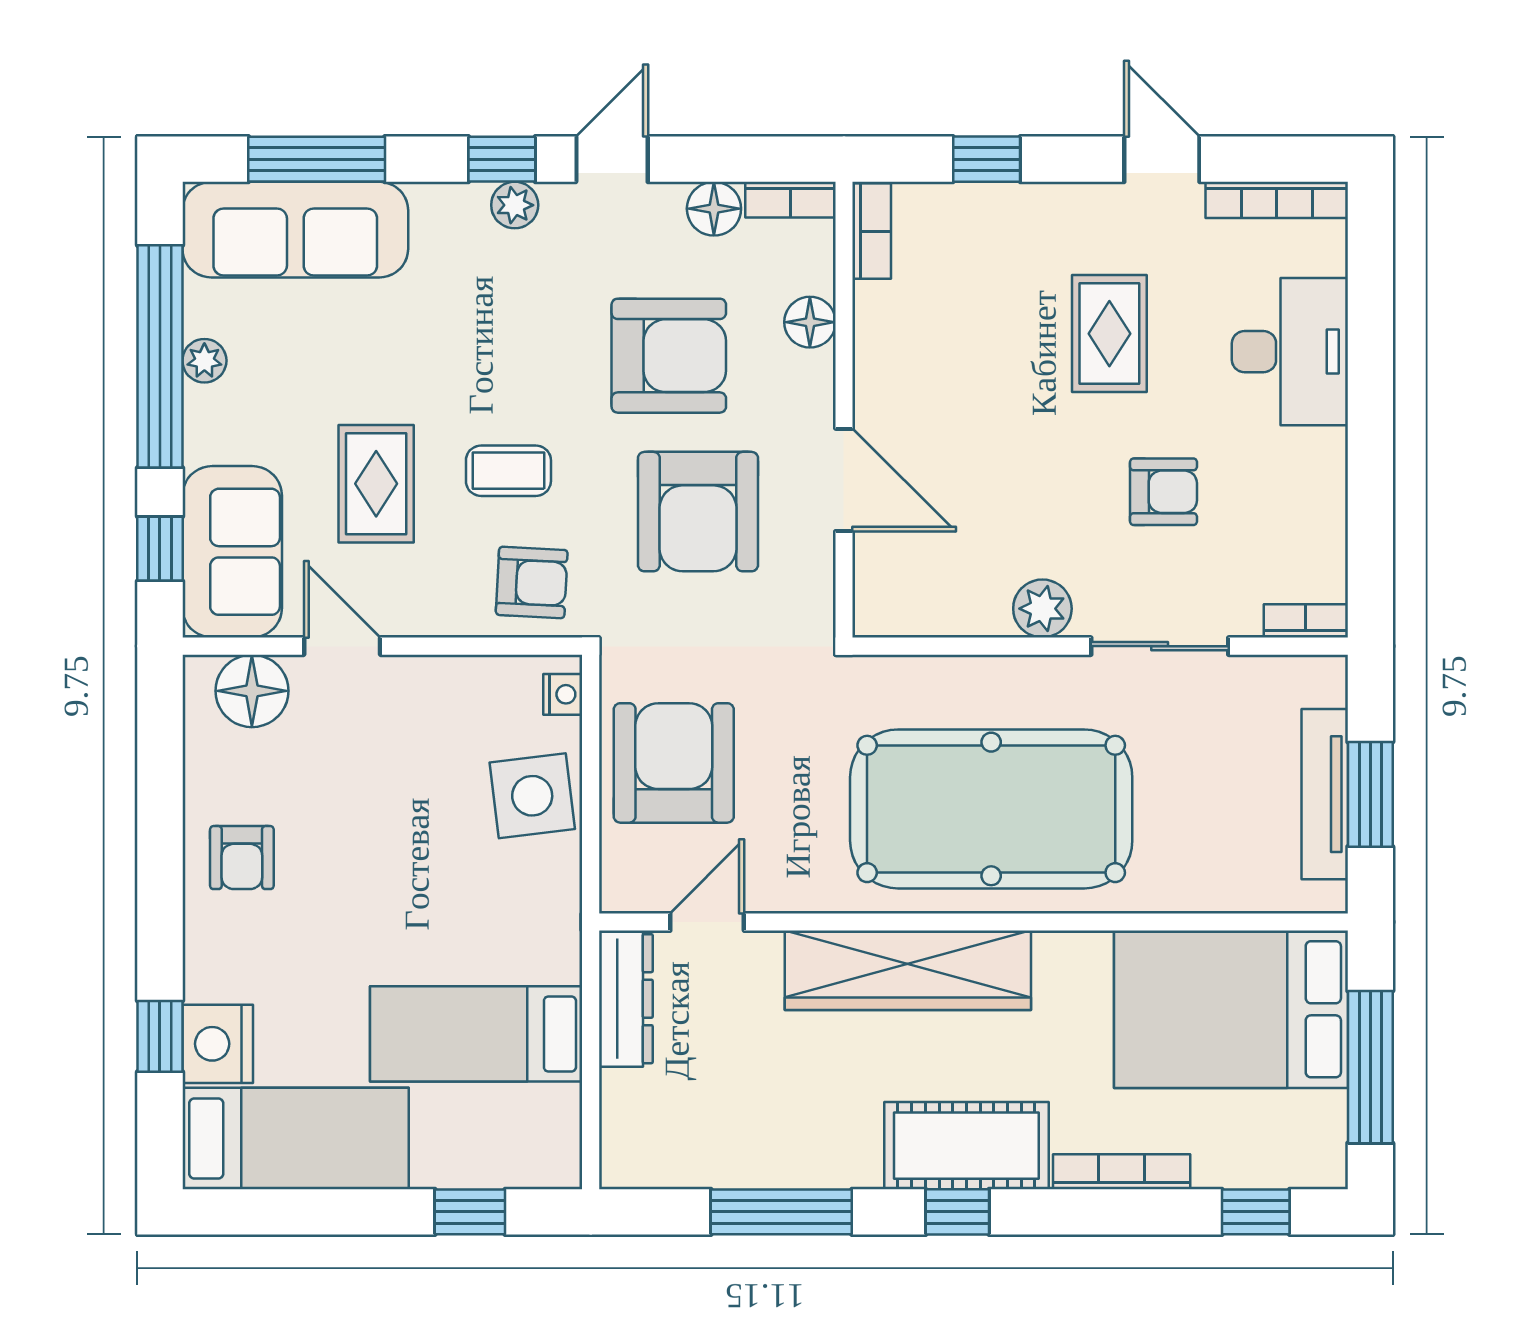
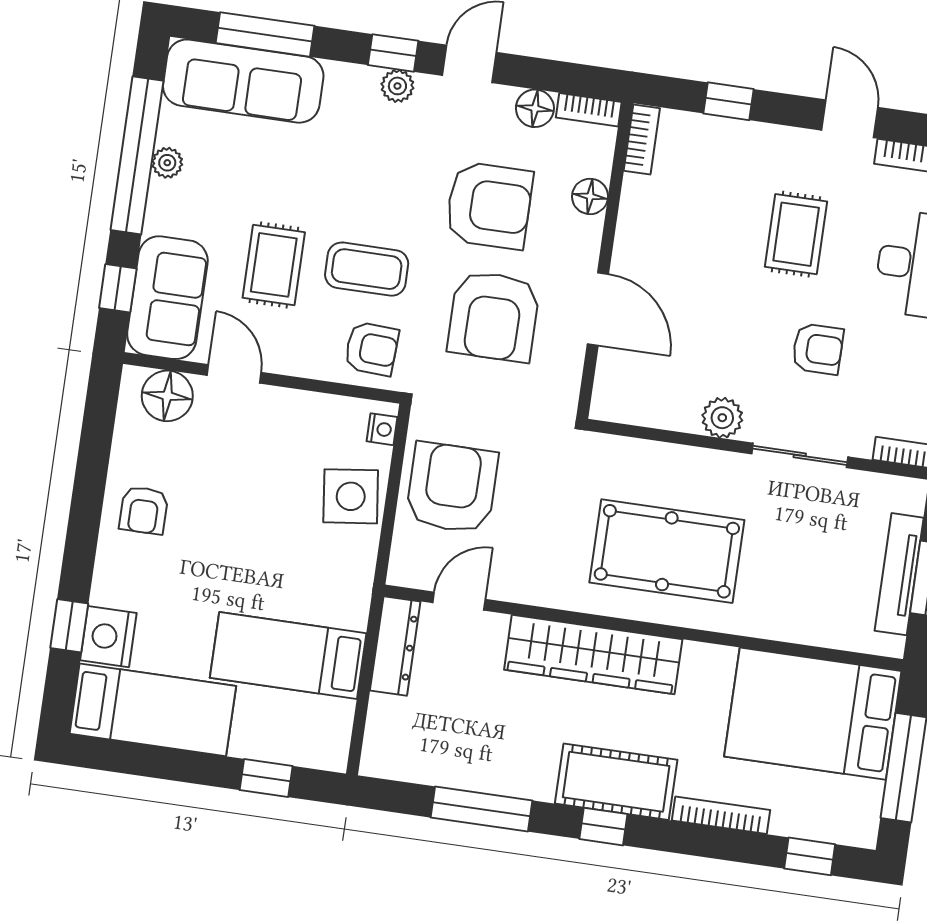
coffee table: (508, 471) -> (367, 269), width x1.36, depth x1.30
pool table: (991, 809) -> (667, 551), width x0.73, depth x0.76

